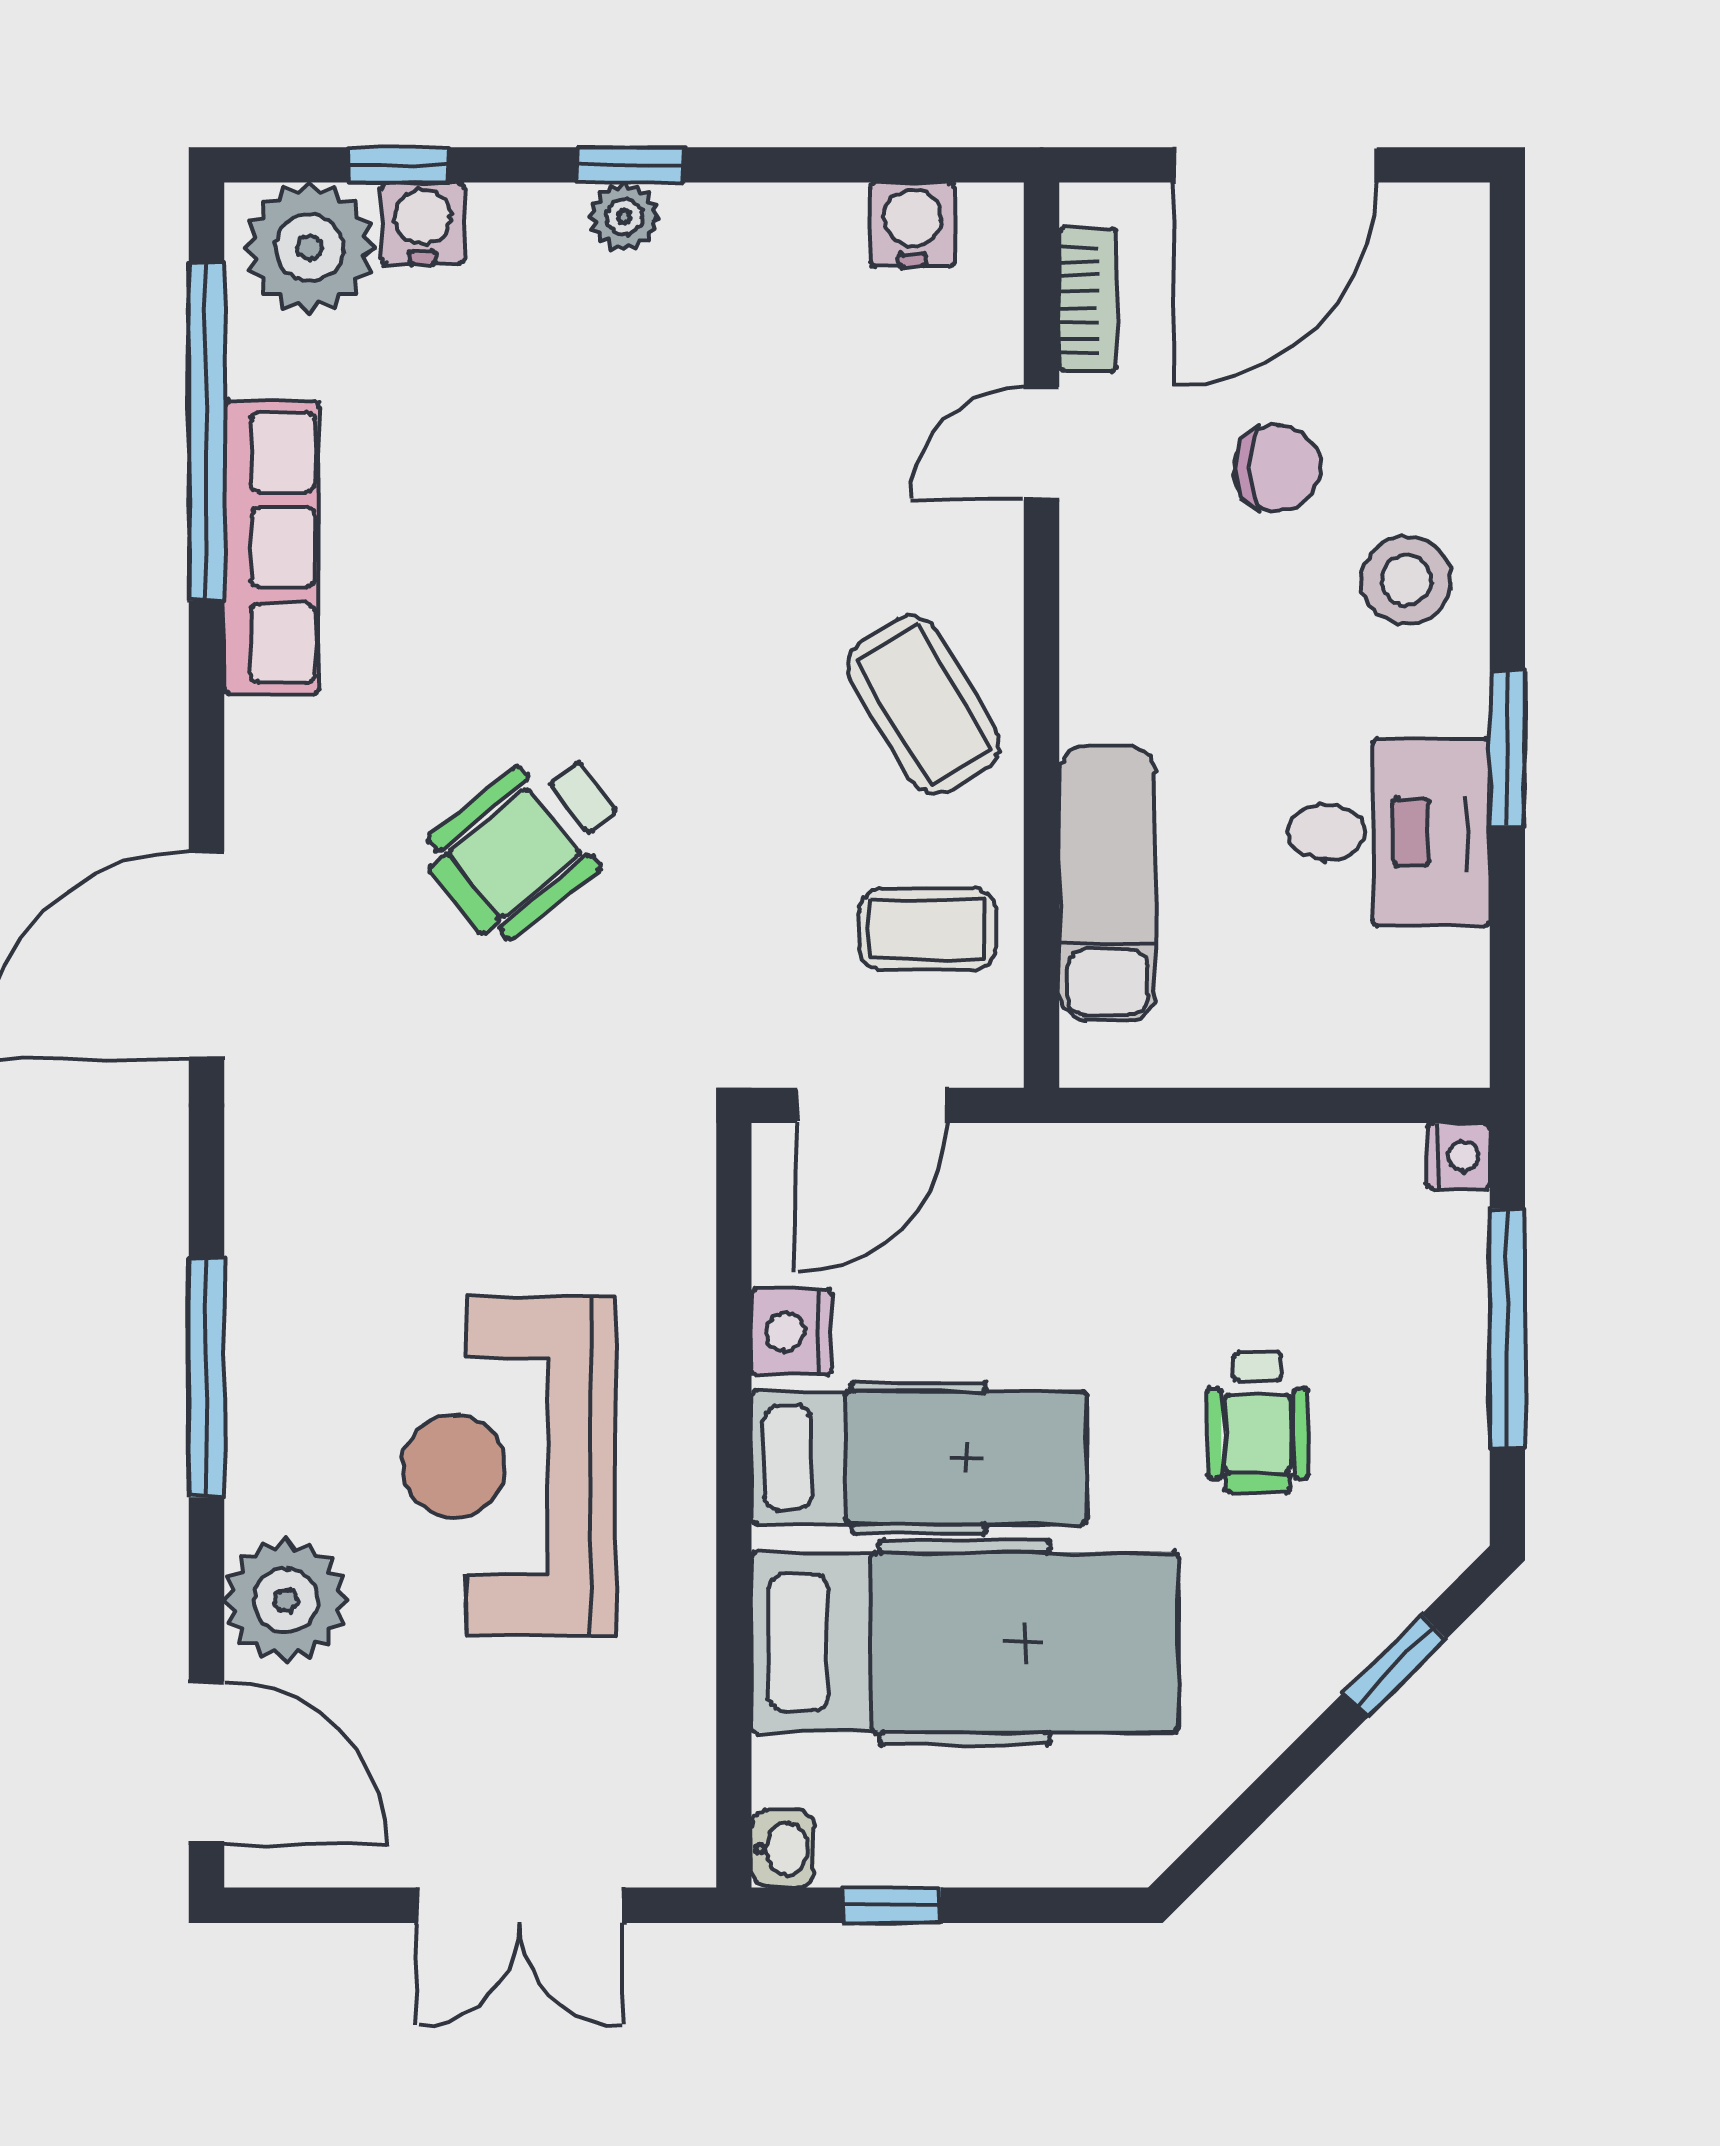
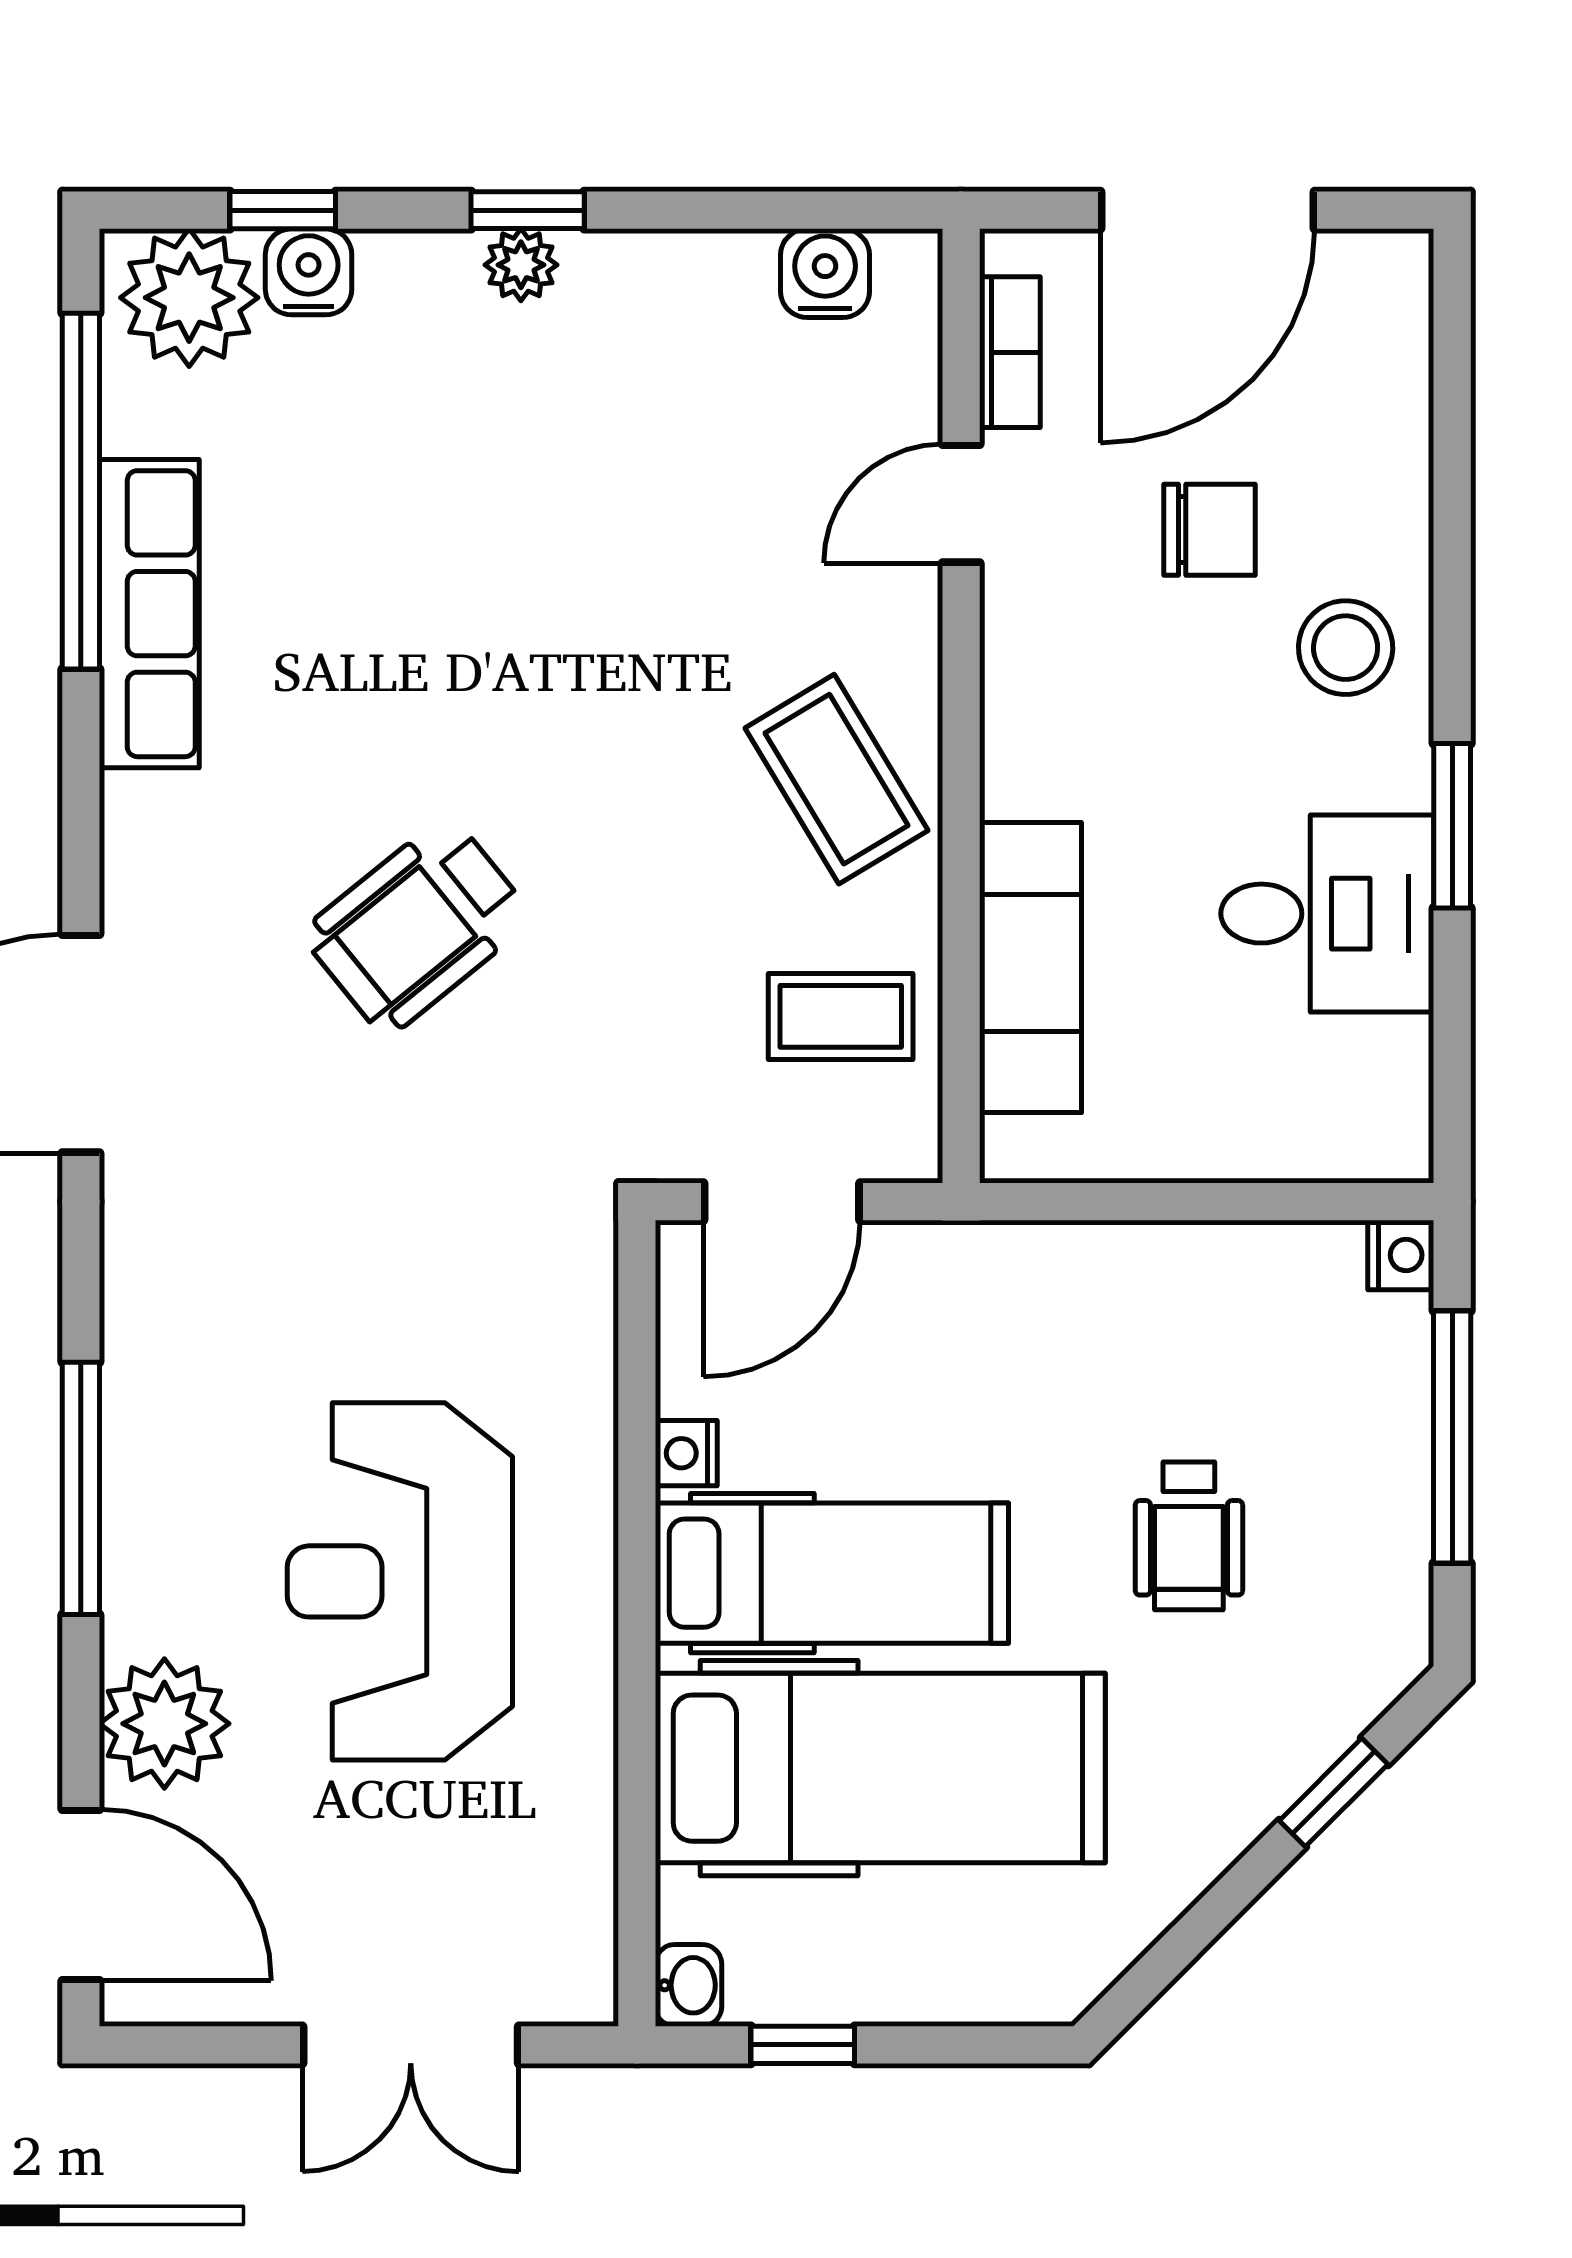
nightstand: (791, 1332) -> (686, 1453), width x0.72, depth x0.74

